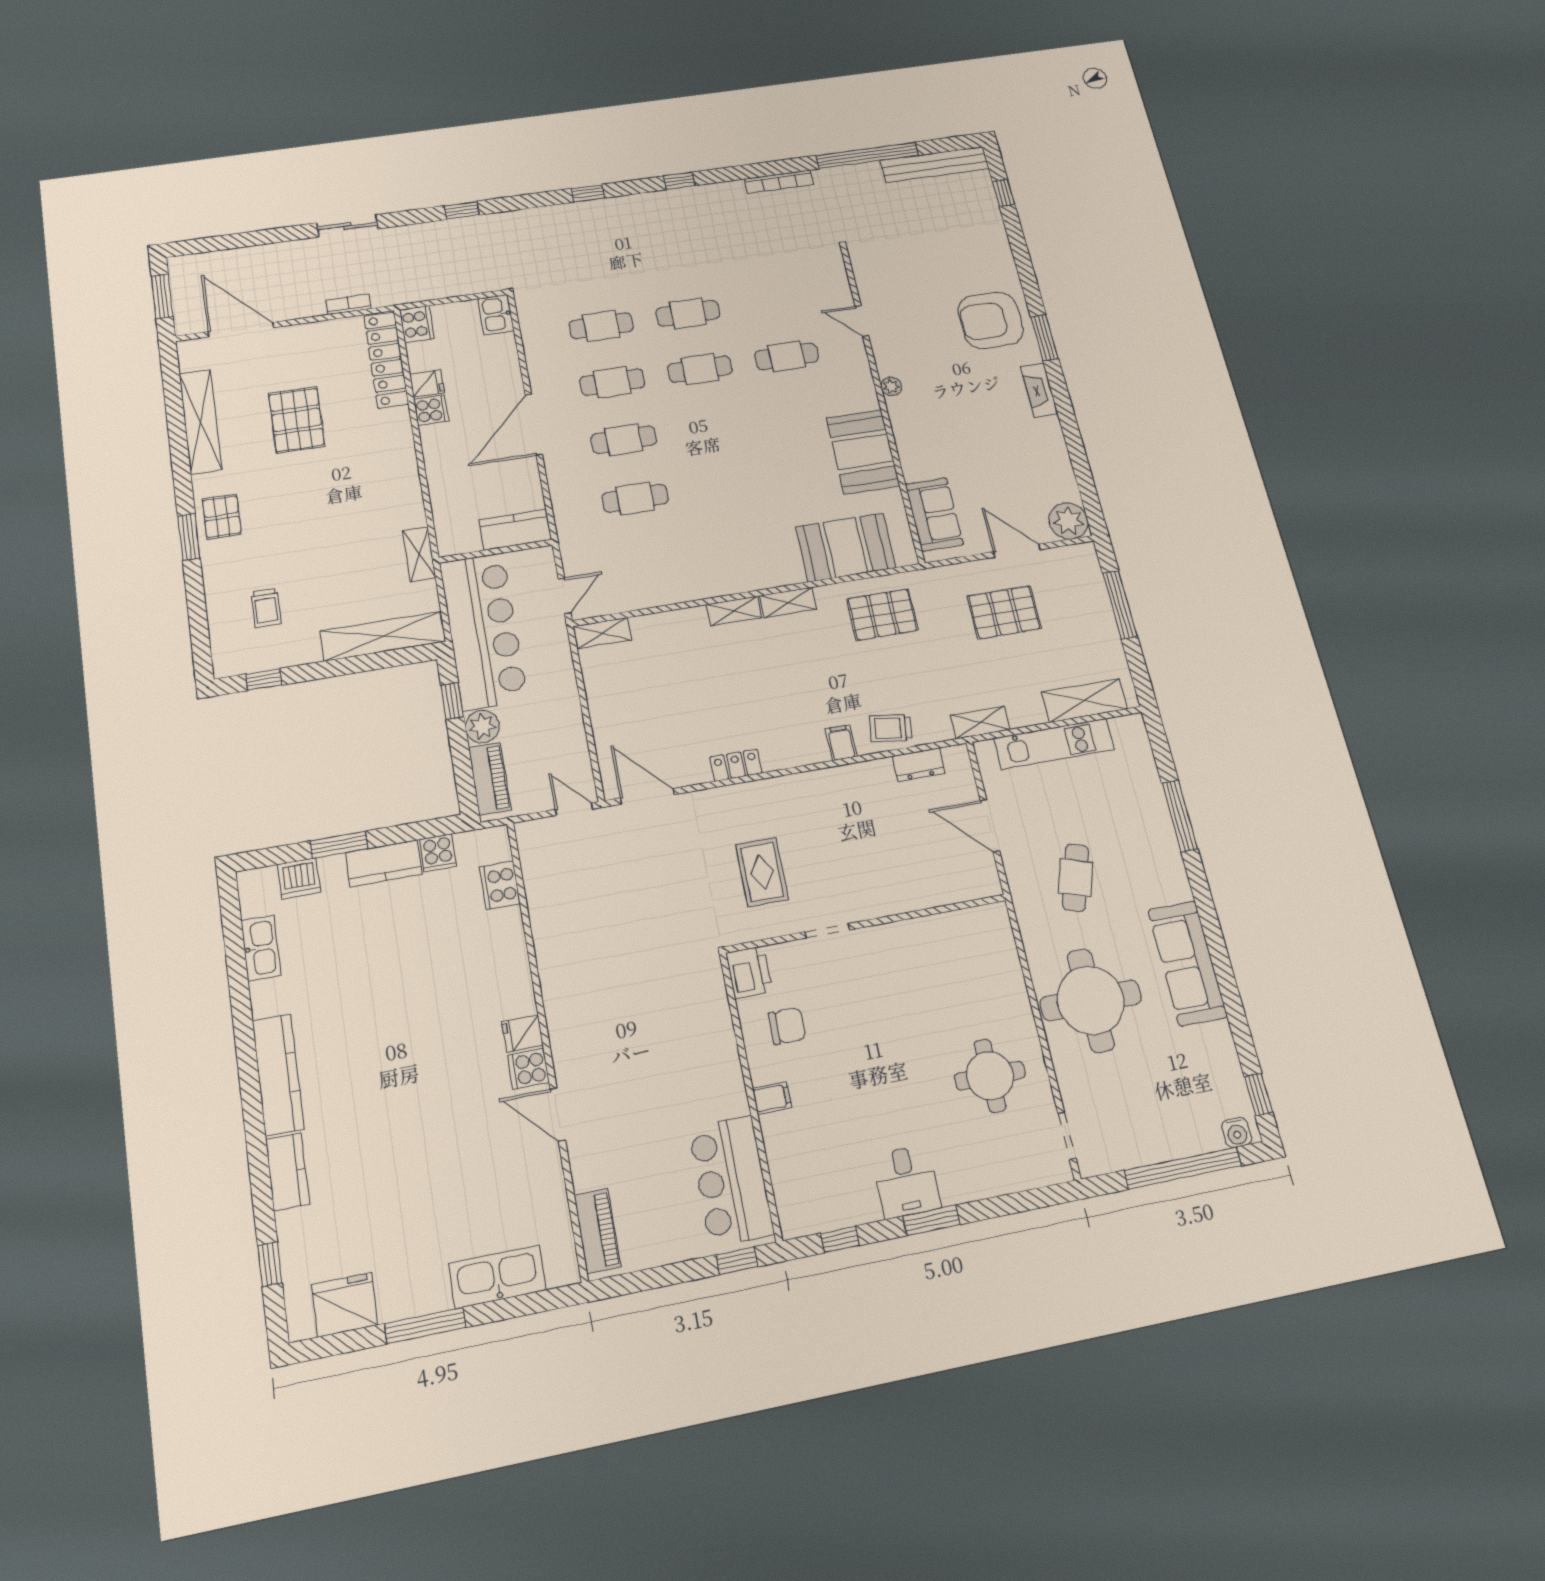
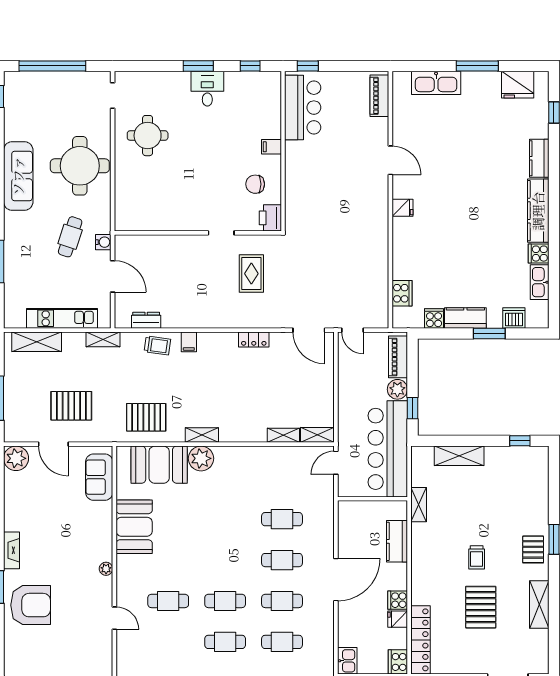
shelving: (200, 422) -> (539, 605), width x0.68
kitchen counter: (515, 530) -> (397, 541), moved, turned 90
plant: (782, 567) -> (201, 458), added
trolley: (266, 608) -> (477, 557), moved, turned 180
shelving: (734, 611) -> (283, 435), moved
shelving: (383, 636) -> (459, 456), width x0.68
cooker: (528, 1069) -> (539, 254), moved, turned 180
water cooler: (1237, 1132) -> (103, 242), moved, turned 90

